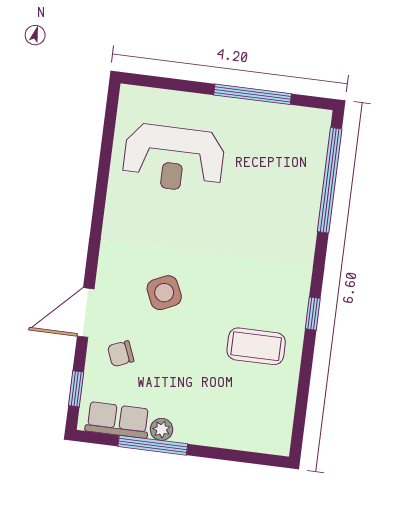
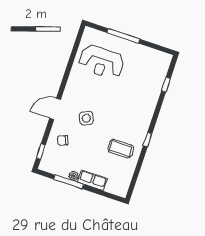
window: (253, 94) -> (123, 36), moved
window: (330, 180) -> (166, 85), width x0.32
door: (86, 313) -> (55, 109), moved
row of seats: (118, 420) -> (92, 180), moved

